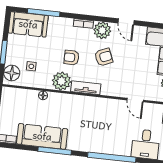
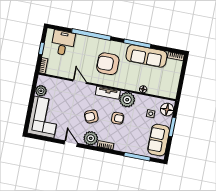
sofa: (28, 24) -> (159, 140), moved, turned -90
door: (135, 100) -> (80, 82), moved
armchair: (89, 123) -> (108, 64), added

